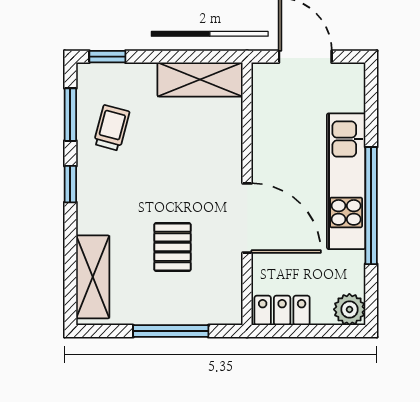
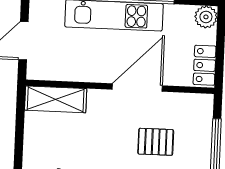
shelving: (200, 80) -> (56, 99), moved, turned 90

